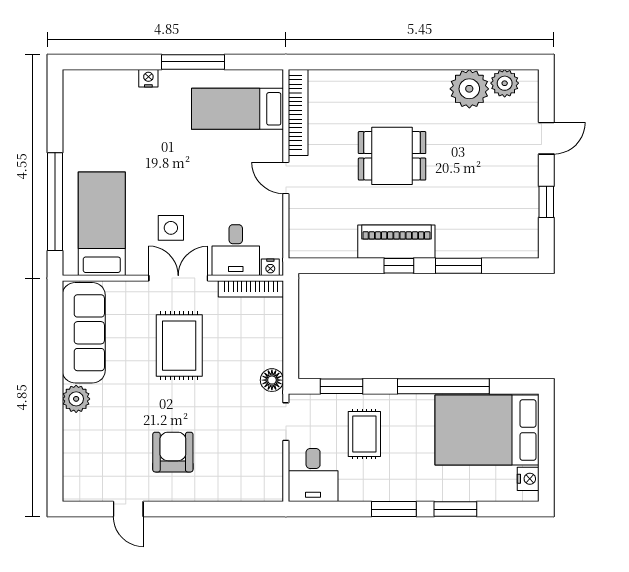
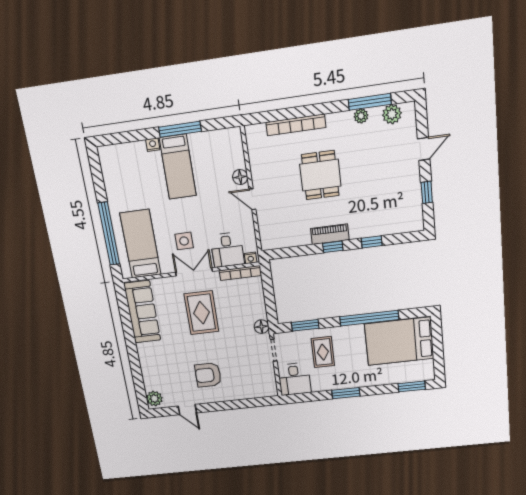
window: (475, 62) -> (370, 102), added
plant: (469, 89) -> (361, 116), width x0.53, depth x0.53
bed: (237, 109) -> (178, 167), moved, turned -90
bookcase: (298, 112) -> (296, 125), moved, turned 90
floor lamp: (272, 143) -> (240, 177), added
dining table: (392, 156) -> (320, 175), turned 90
piano: (396, 242) -> (330, 234), width x0.73, depth x0.75
window: (458, 266) -> (372, 242), width x0.67
plant: (76, 399) -> (154, 399), moved
armchair: (173, 452) -> (208, 375), turned -90
nightstand: (528, 479) -> (428, 367), removed
window: (455, 509) -> (412, 386), moved

